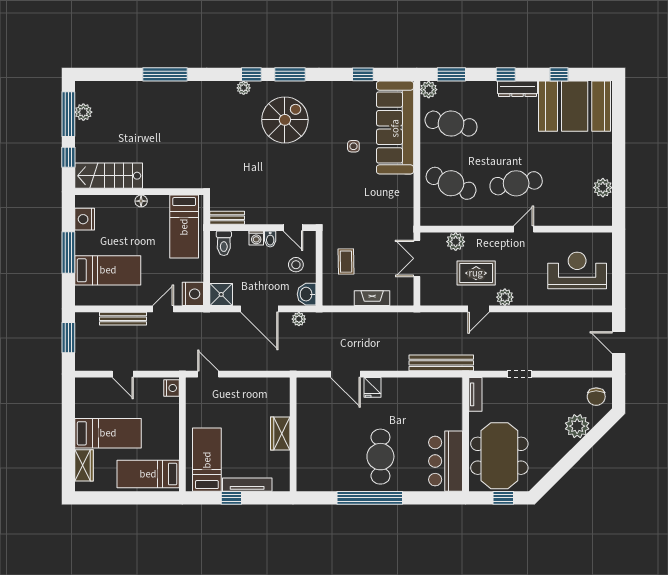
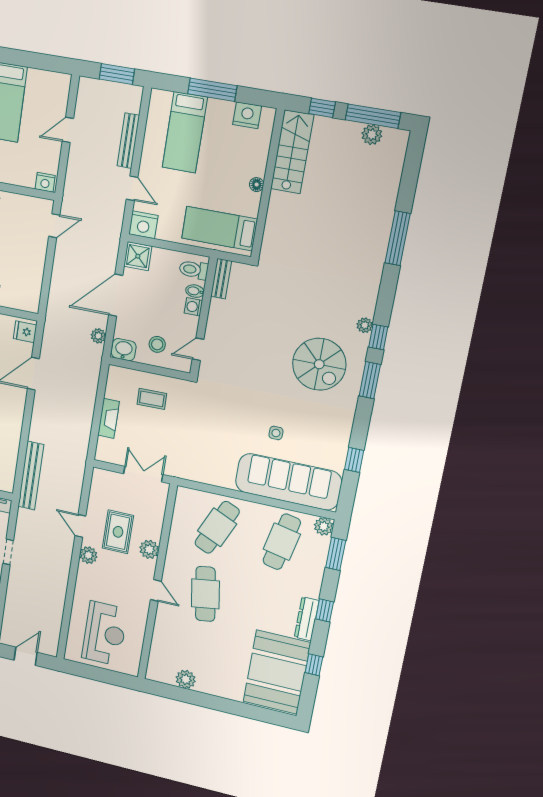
bidet: (270, 239) -> (195, 291), moved
plant: (456, 242) -> (149, 549), moved
fridge: (373, 387) -> (25, 332), moved

